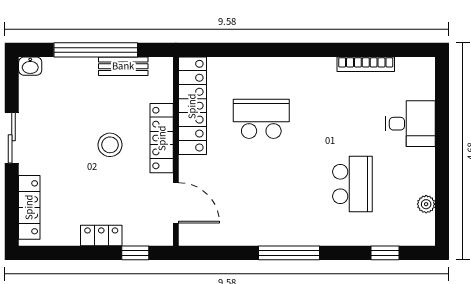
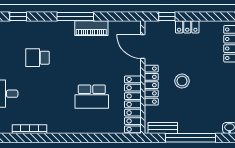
bench: (123, 66) -> (163, 128), moved
school desk: (352, 184) -> (37, 58), width x0.54
piano: (262, 234) -> (91, 28), added

